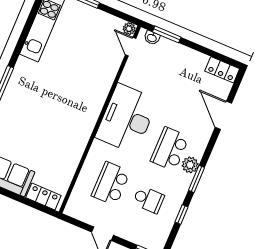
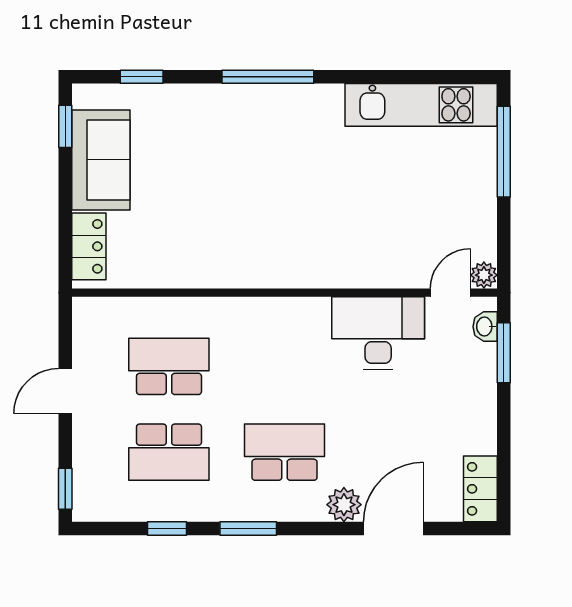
desk: (127, 119) -> (378, 333), moved, width x0.73, depth x0.77
plant: (190, 165) -> (344, 505), moved
school desk: (148, 200) -> (169, 452), width x1.85

